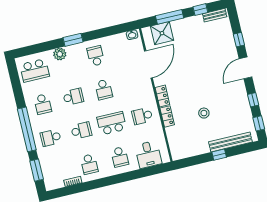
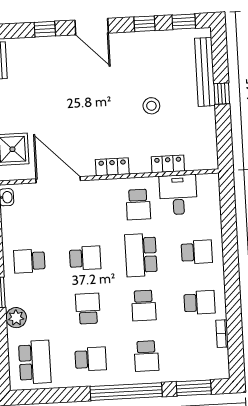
locker: (167, 116) -> (168, 164), moved
school desk: (81, 130) -> (144, 306), turned 180
desk: (148, 154) -> (178, 195), moved, turned -90

